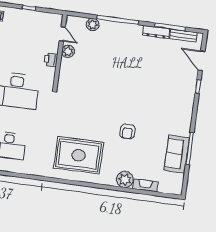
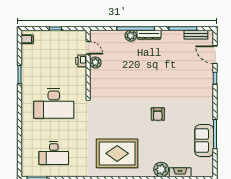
plant: (93, 25) -> (131, 36), moved
dresser: (156, 32) -> (149, 35), moved
printer: (51, 60) -> (81, 61), moved
armchair: (127, 131) -> (158, 114), moved

